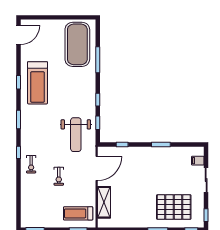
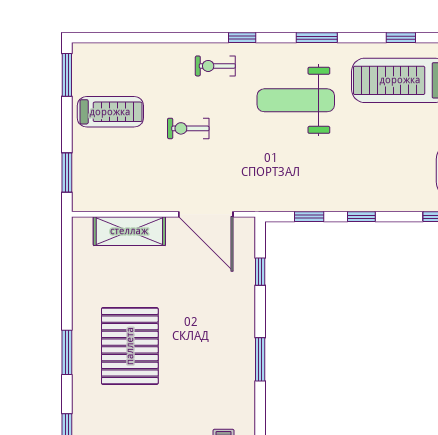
weight bench: (76, 135) -> (296, 100), moved
pallet: (174, 207) -> (130, 346), moved
treadmill: (78, 213) -> (110, 112), moved, turned 90

